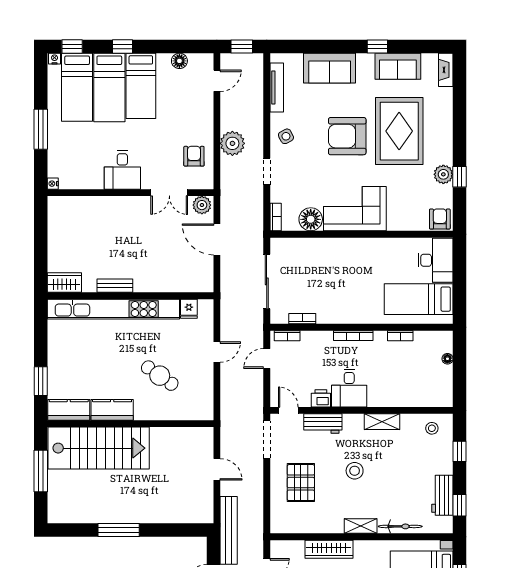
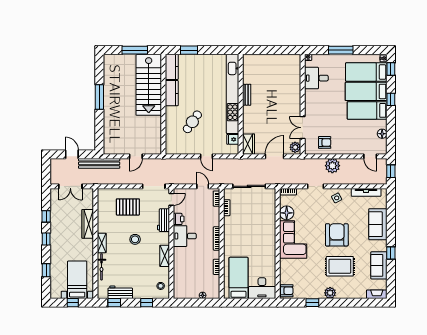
rug: (399, 131) -> (340, 266), width x0.73, depth x0.69
desk: (122, 170) -> (316, 78), moved
plant: (443, 174) -> (330, 293), moved
wardrobe: (64, 283) -> (248, 144), moved

